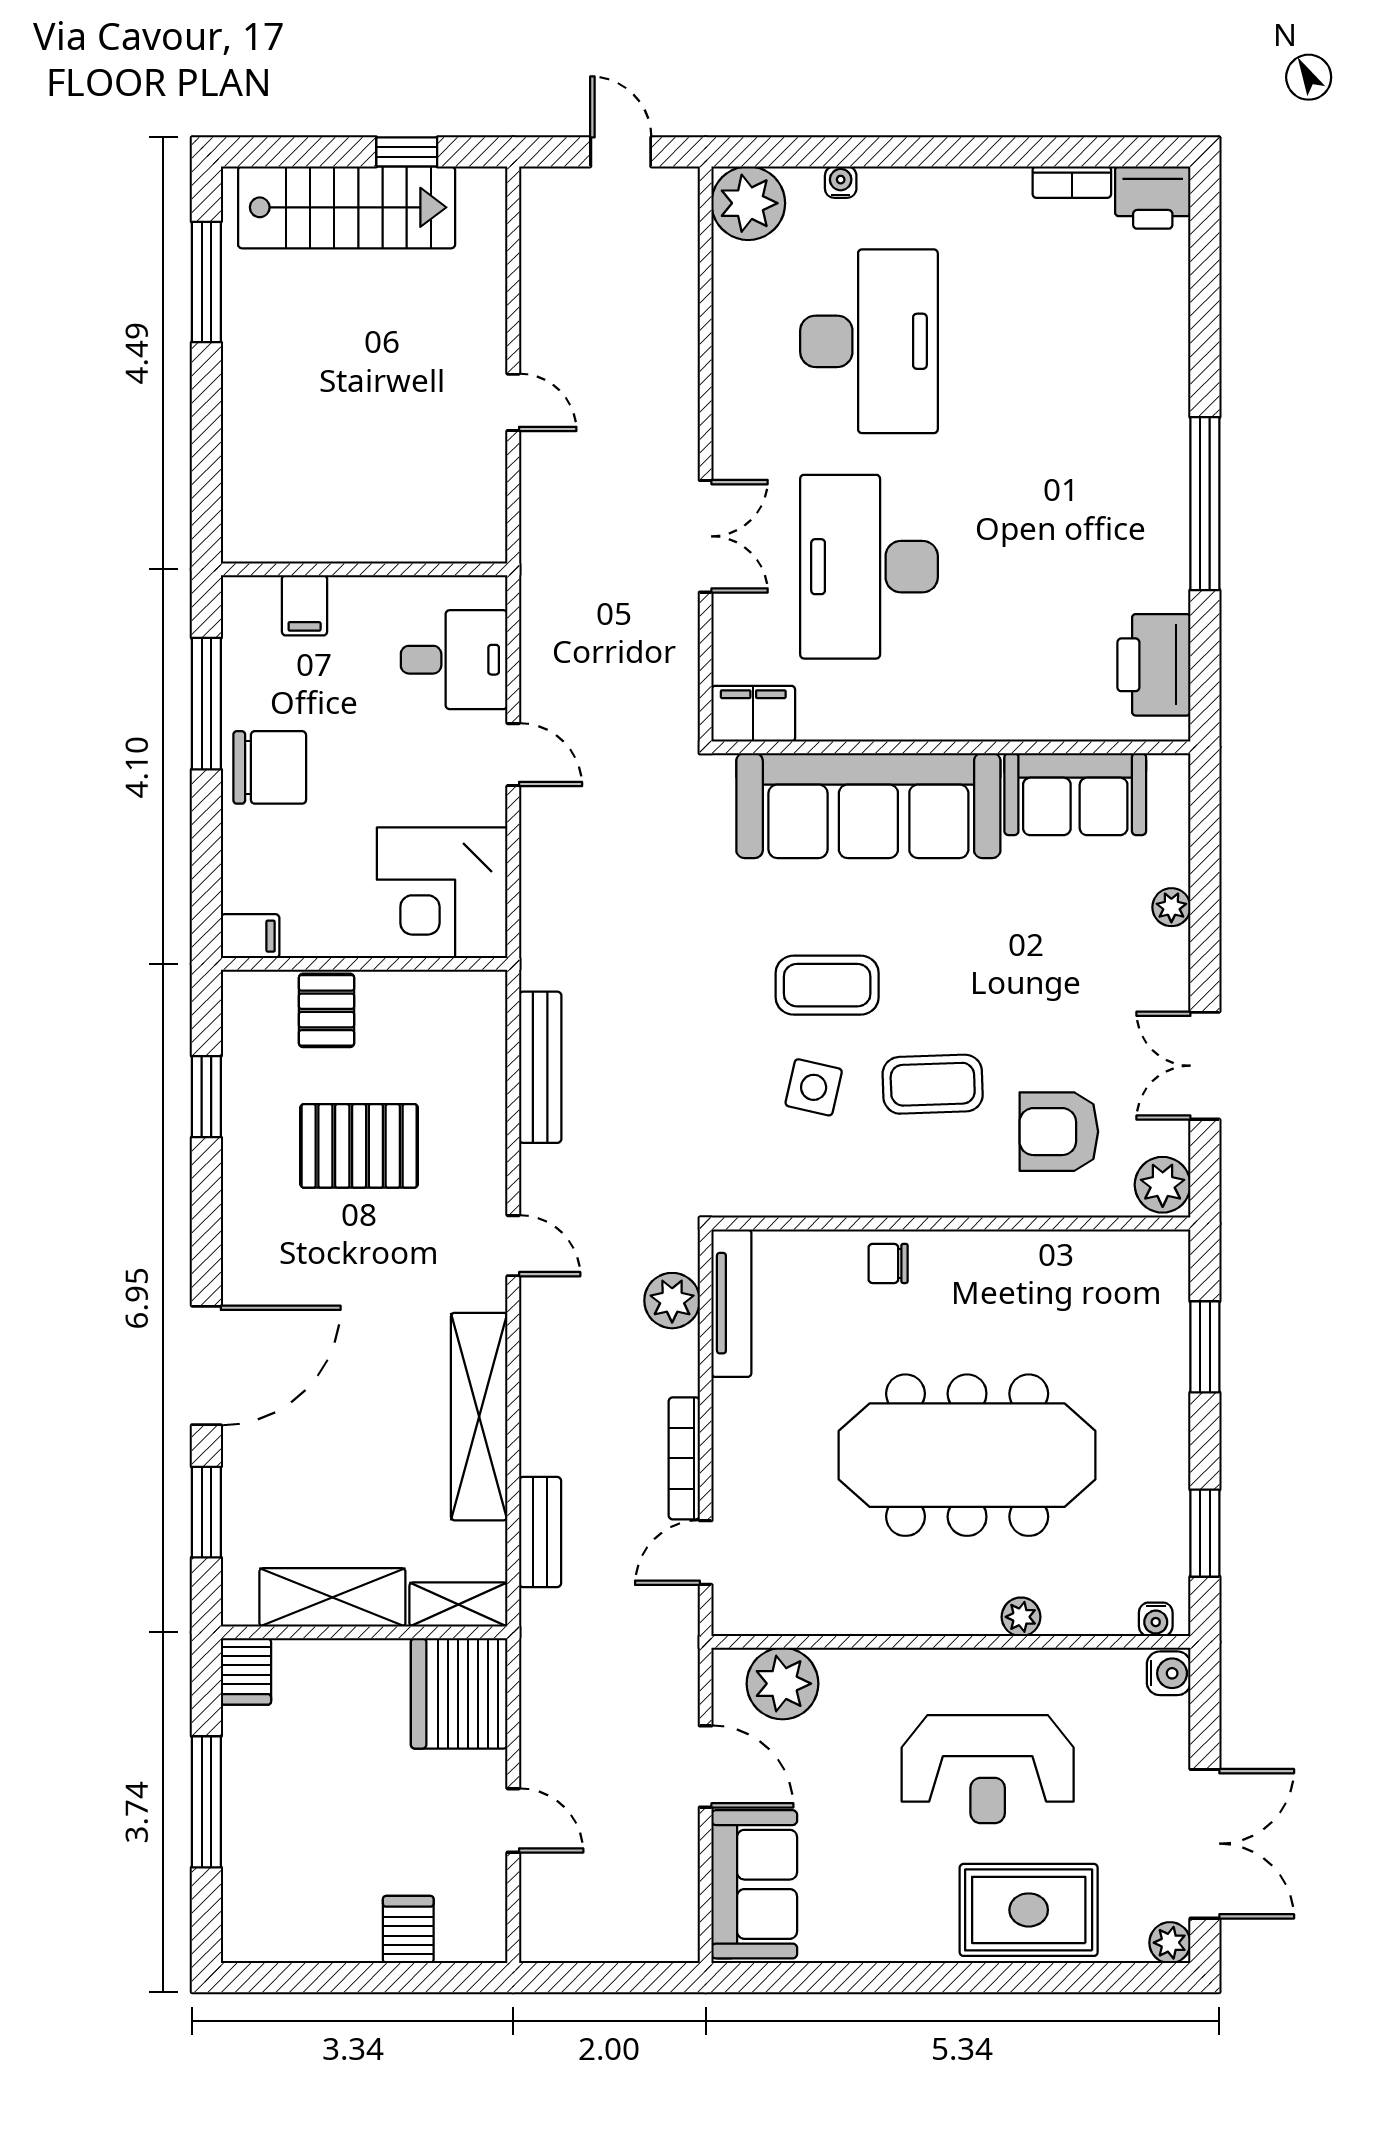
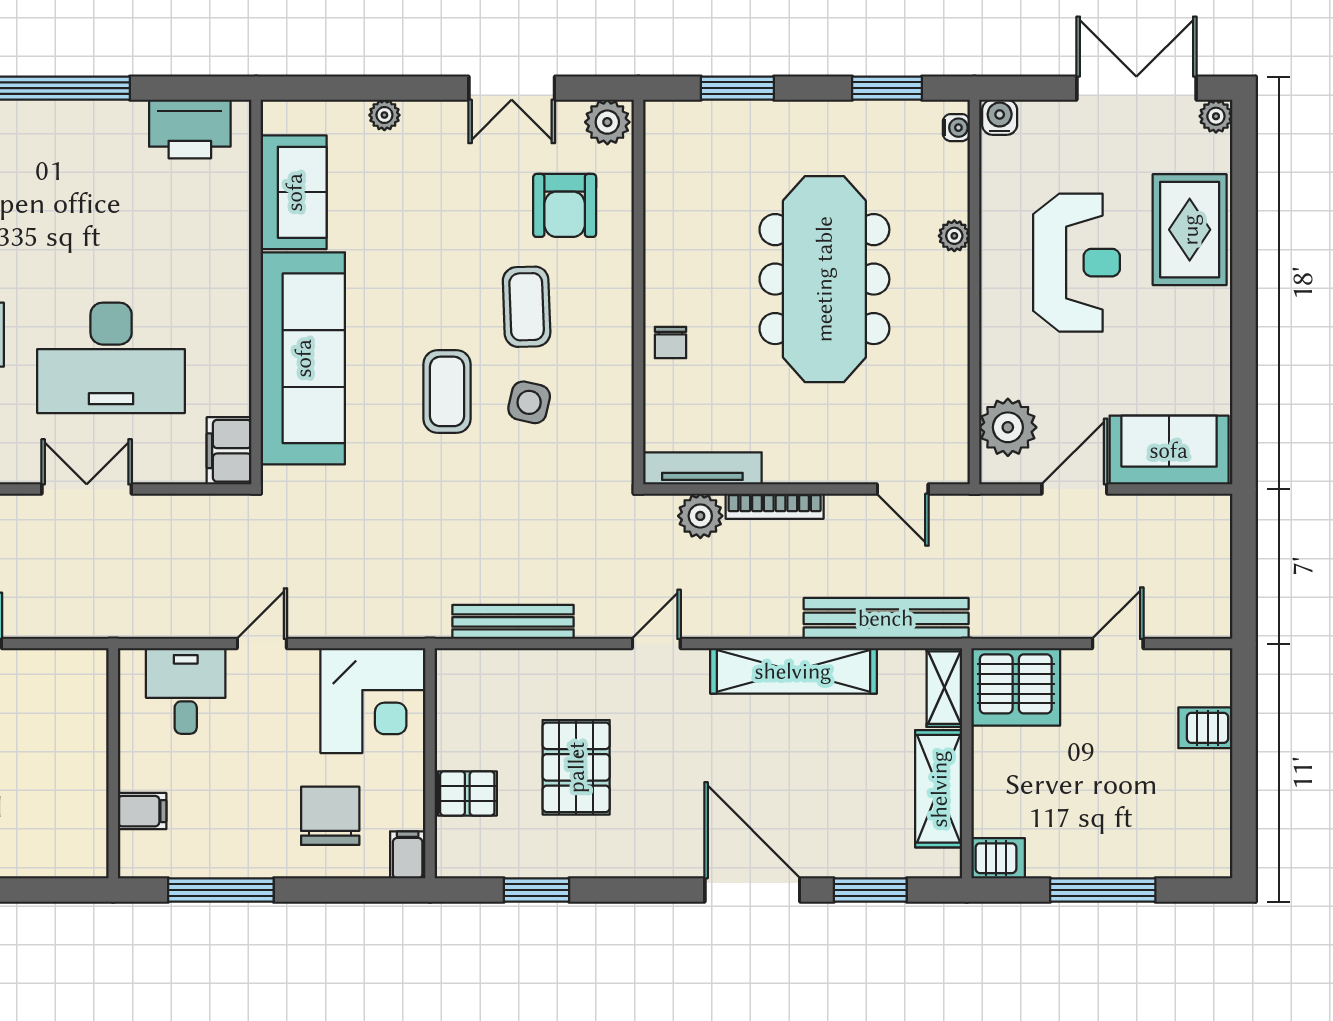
chair: (270, 767) -> (330, 816), moved
bookcase: (684, 1458) -> (775, 506), moved
bench: (540, 1532) -> (886, 618), width x1.86, depth x1.21

